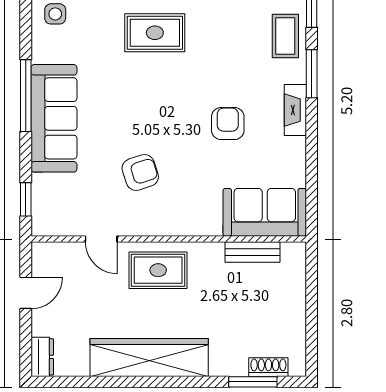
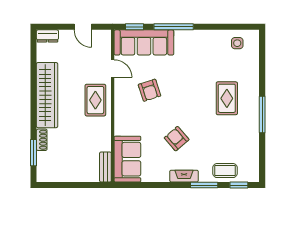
window: (26, 96) -> (174, 27), moved
sofa: (54, 118) -> (144, 42), moved
armchair: (228, 124) -> (177, 139), turned -131
door: (101, 239) -> (113, 69), swing flipped
bench: (252, 252) -> (105, 167), moved
shoe rack: (268, 367) -> (42, 140), moved

